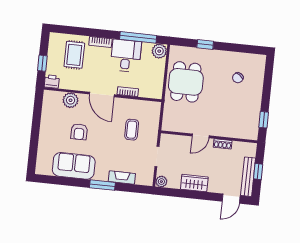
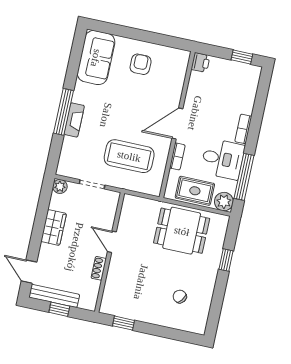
rug: (74, 55) -> (195, 191), moved
window: (42, 63) -> (242, 57), moved
plant: (70, 100) -> (174, 83), removed
coffee table: (132, 130) -> (129, 156), width x1.86, depth x1.72
armchair: (79, 132) -> (141, 64), moved, turned 90
sofa: (74, 166) -> (96, 58), moved
fireplace: (122, 177) -> (74, 120), moved
window: (102, 185) -> (64, 112), width x1.44

